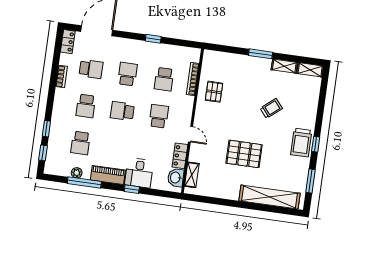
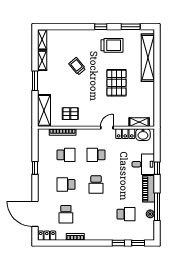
shelving: (222, 60) -> (44, 110), added
school desk: (91, 69) -> (66, 214), turned 180
school desk: (86, 106) -> (96, 214), removed
trolley: (301, 143) -> (112, 45), moved

